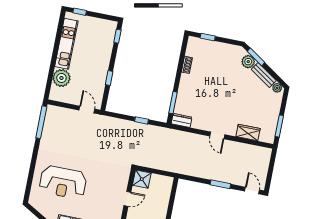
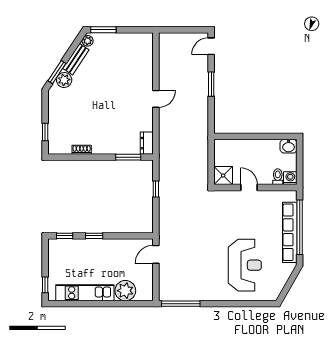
window: (109, 78) -> (94, 236), moved
window: (279, 126) -> (103, 30), moved
wardrobe: (248, 133) -> (146, 64), removed

